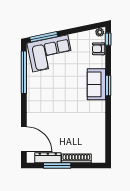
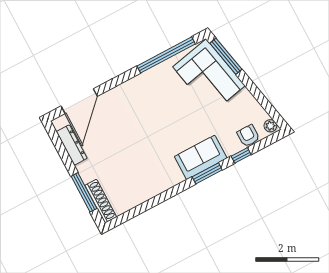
window: (108, 39) -> (241, 155), moved
shoe rack: (76, 158) -> (101, 201), moved
window: (57, 166) -> (84, 192), moved

